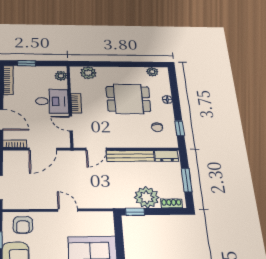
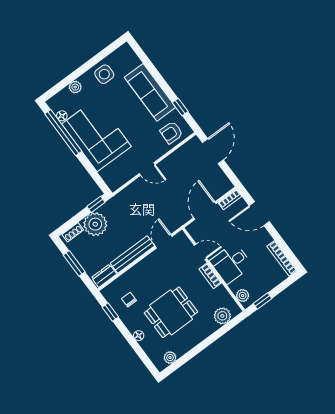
window: (27, 63) -> (262, 301), moved
armchair: (23, 225) -> (171, 132), turned -88

